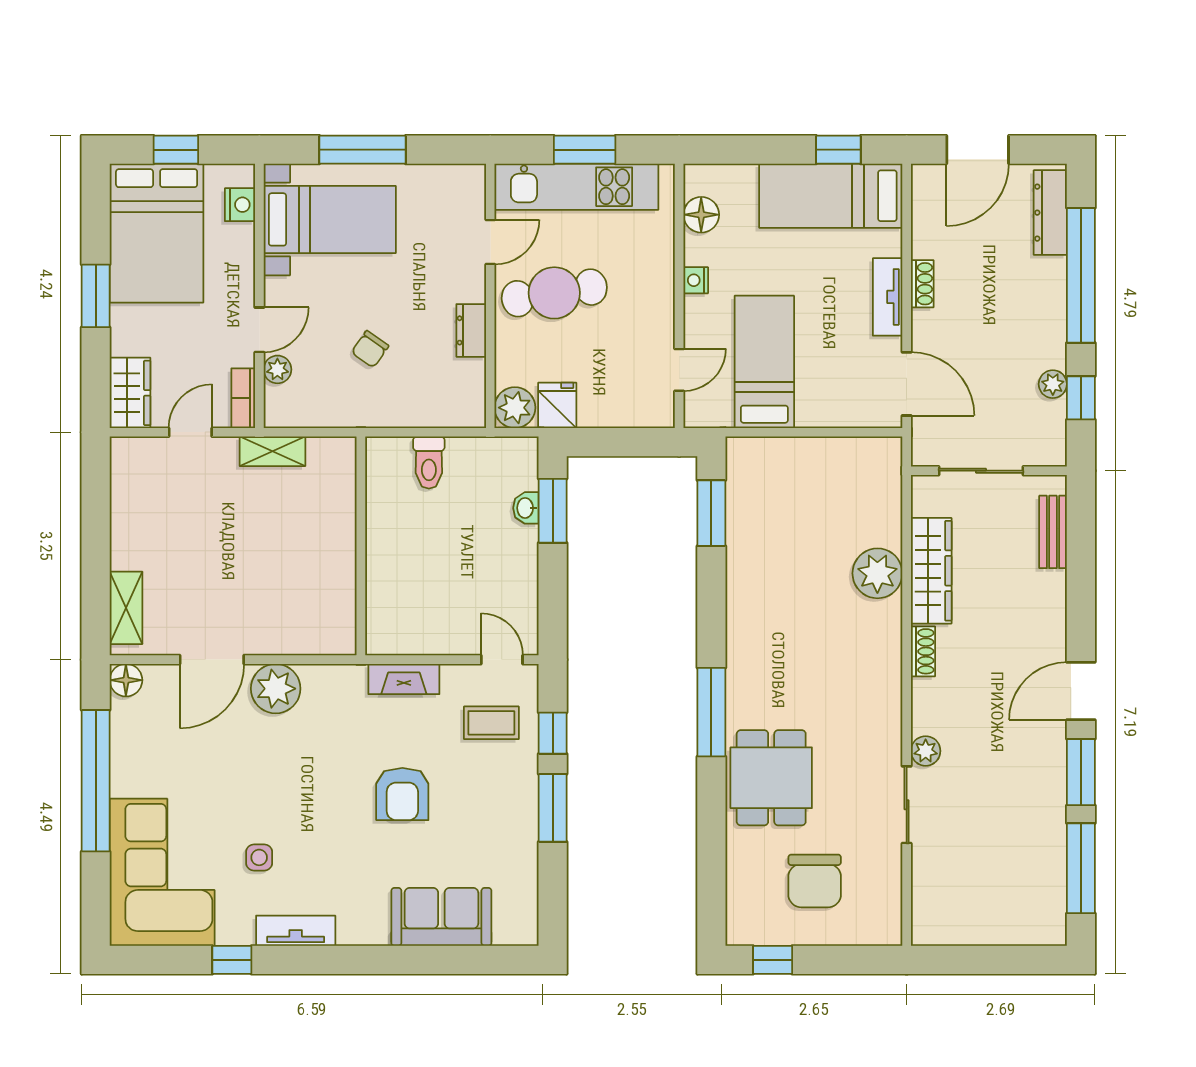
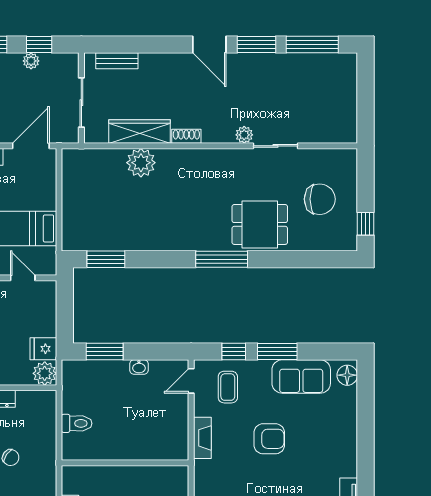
washbasin: (526, 508) -> (139, 367), moved
sofa: (441, 917) -> (301, 376), moved, turned -90
floor lamp: (512, 928) -> (347, 375), added

